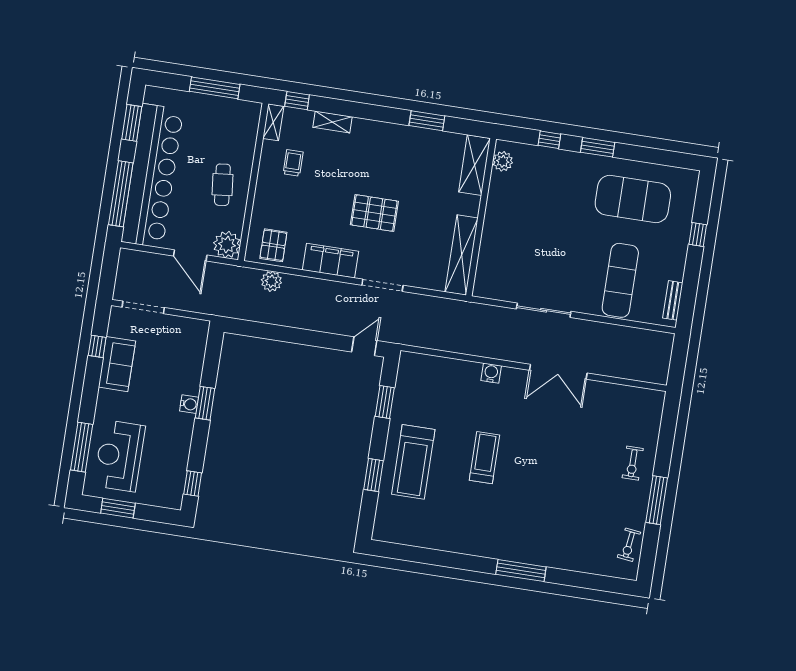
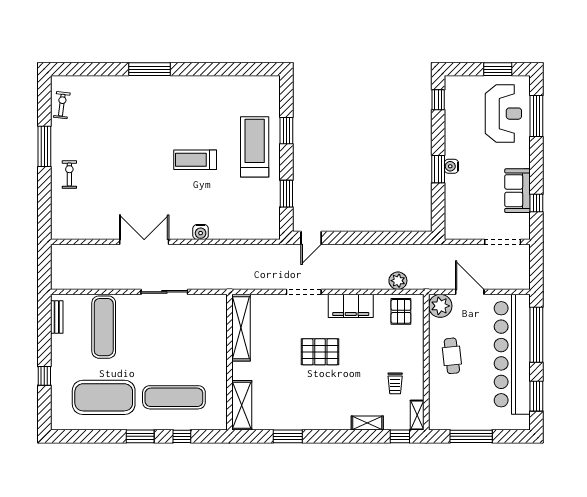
plant: (503, 161) -> (218, 412), removed
exercise mat: (552, 186) -> (174, 397), added
treadmill: (485, 458) -> (195, 160), turned 90

